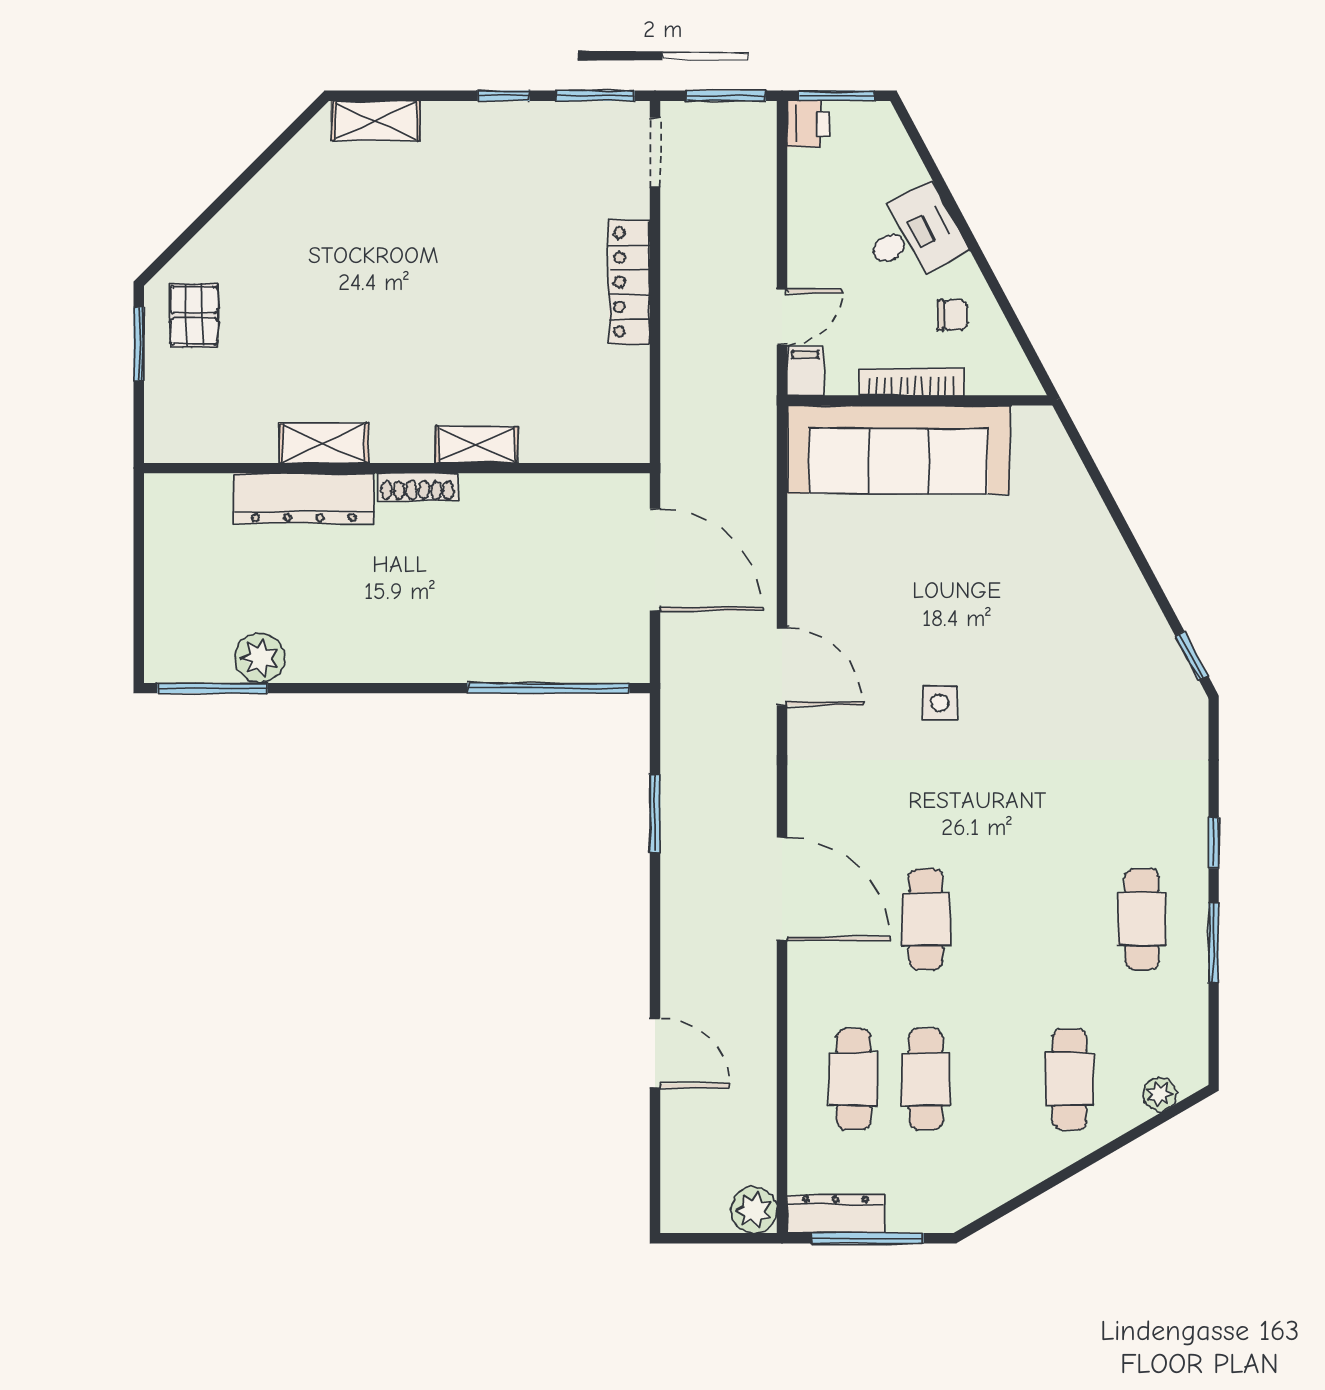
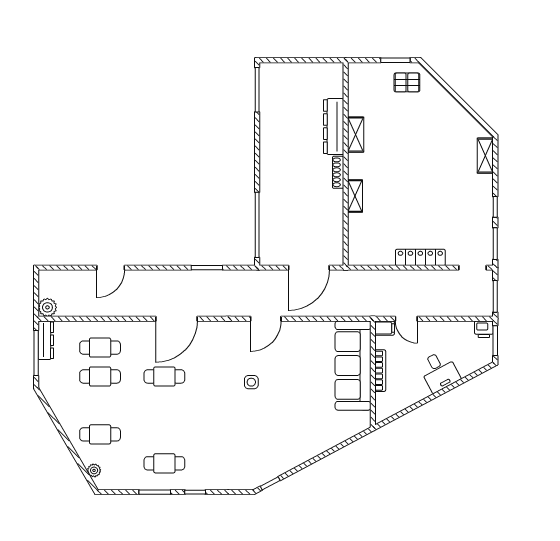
chair: (953, 315) -> (407, 387), removed
plant: (260, 658) -> (269, 109), removed

